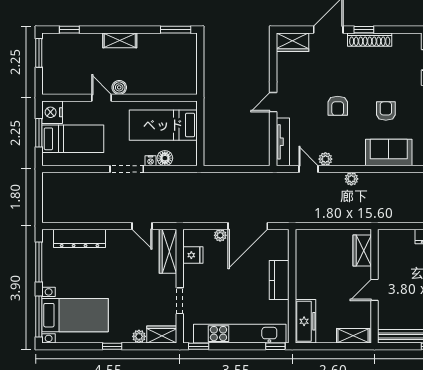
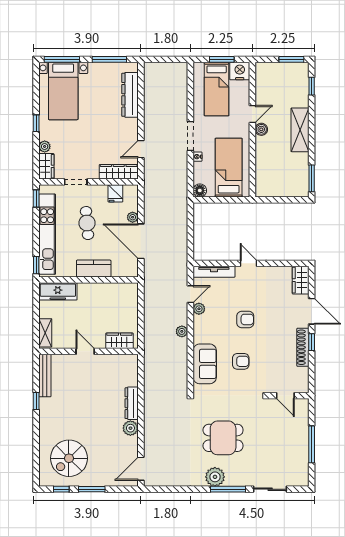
shelving: (120, 40) -> (300, 130), width x1.50, depth x1.33
armchair: (338, 106) -> (245, 319), turned 180
floor lamp: (165, 158) -> (200, 190), moved
cafe table: (227, 288) -> (87, 223), added

